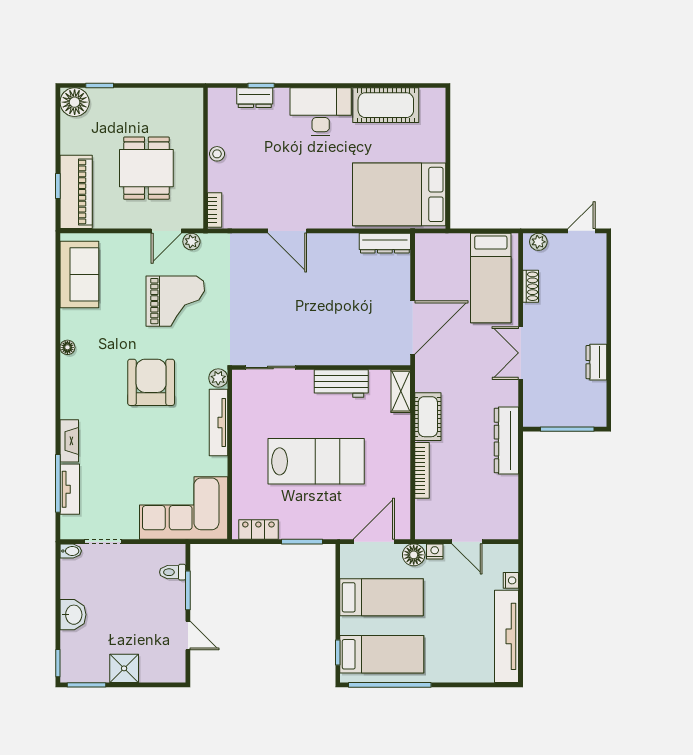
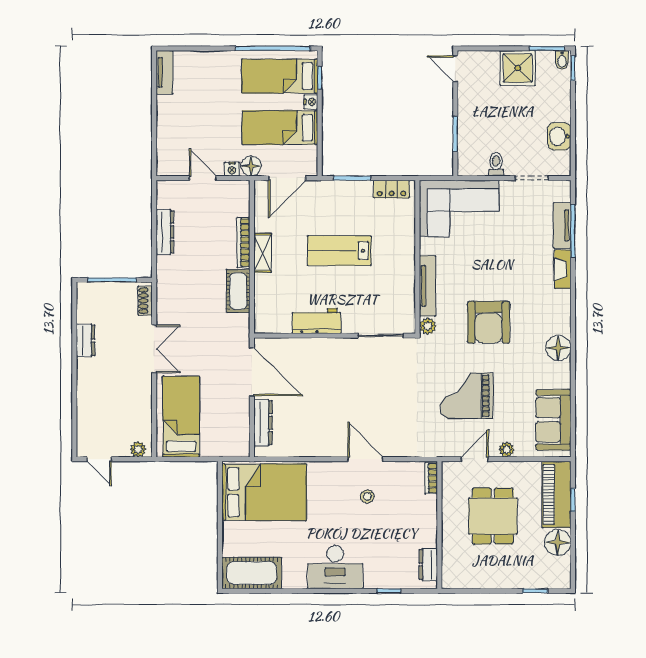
dresser: (255, 98) -> (428, 564), moved, turned -90
floor lamp: (75, 102) -> (558, 542), moved
cot: (386, 105) -> (252, 573), moved
stool: (217, 154) -> (367, 496), moved
door: (582, 231) -> (99, 459), hinge flipped
plant: (191, 242) -> (507, 450), moved
dresser: (385, 243) -> (263, 423), moved, turned 90
shoe rack: (531, 286) -> (145, 301), moved
door: (413, 327) -> (252, 372), swing flipped
floor lamp: (67, 347) -> (558, 348), width x1.89, depth x1.89
shelving: (401, 391) -> (263, 253), moved
dresser: (506, 441) -> (165, 232), moved, width x0.73, depth x0.80
lab bench: (316, 461) -> (339, 251), width x0.73, depth x0.72
bidet: (71, 551) -> (562, 60), moved, turned -90
toilet: (173, 572) -> (496, 164), moved, turned -90
nightstand: (511, 580) -> (311, 102), moved, turned 180
washbasin: (73, 615) -> (559, 136), moved
door: (188, 636) -> (455, 69), moved
tv unit: (507, 636) -> (165, 72), width x0.52, depth x0.78
shower: (124, 668) -> (518, 68), width x1.36, depth x1.36

